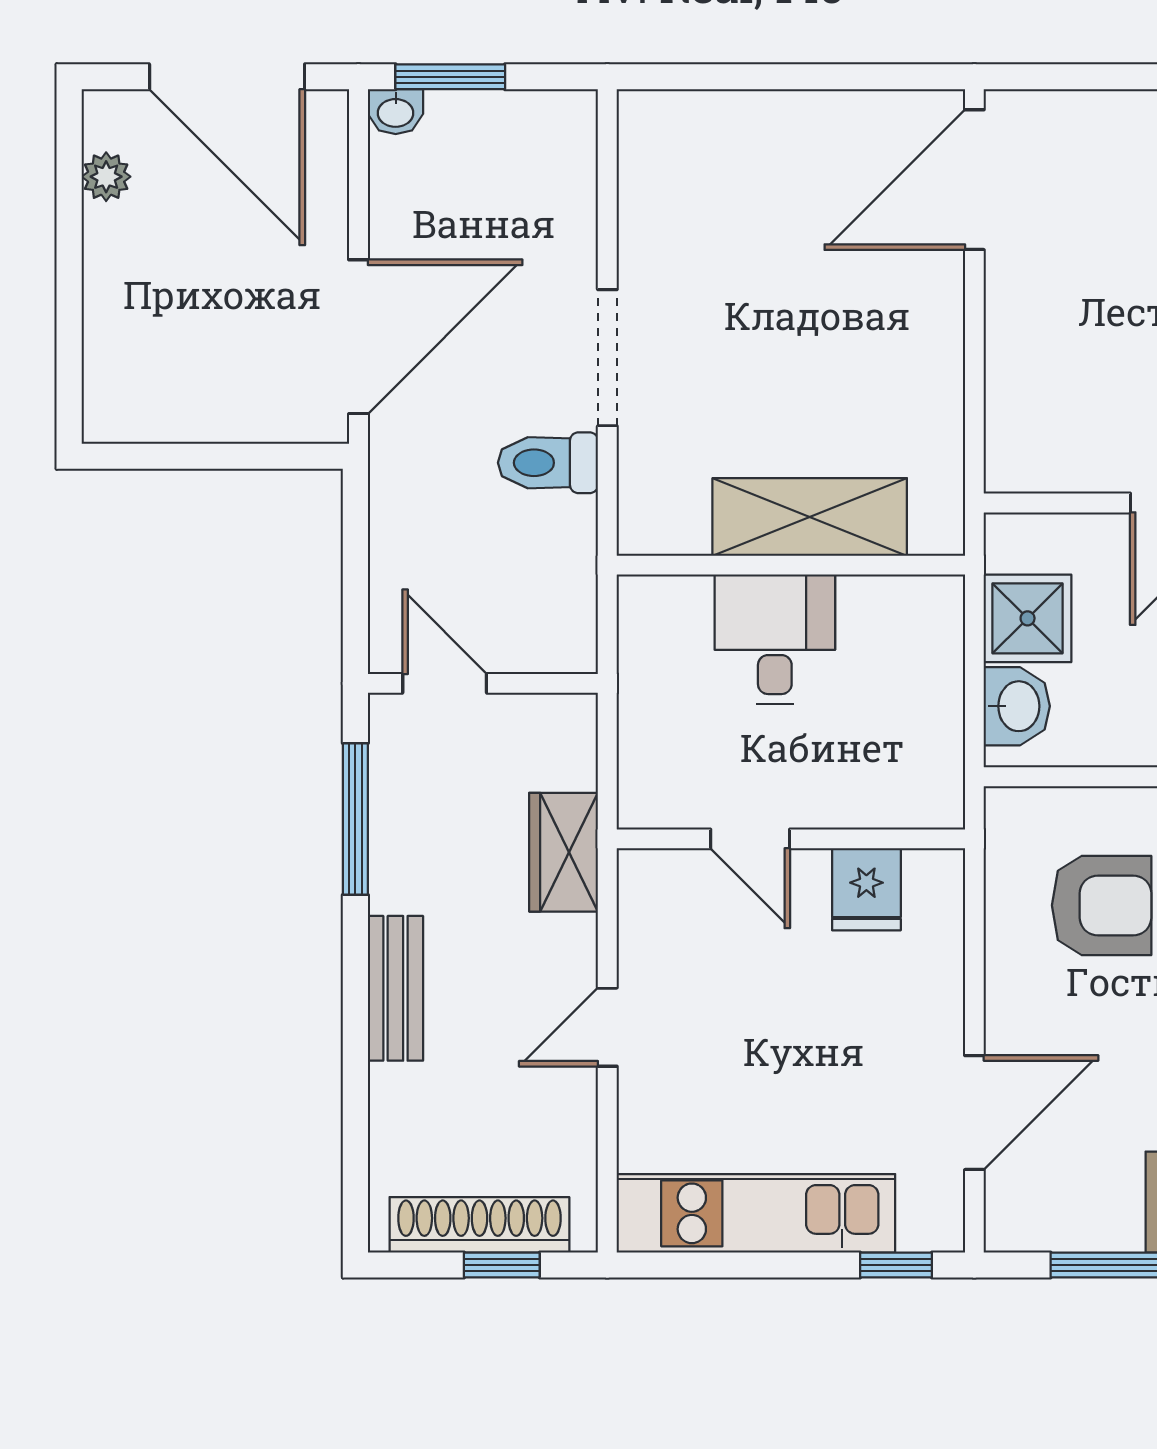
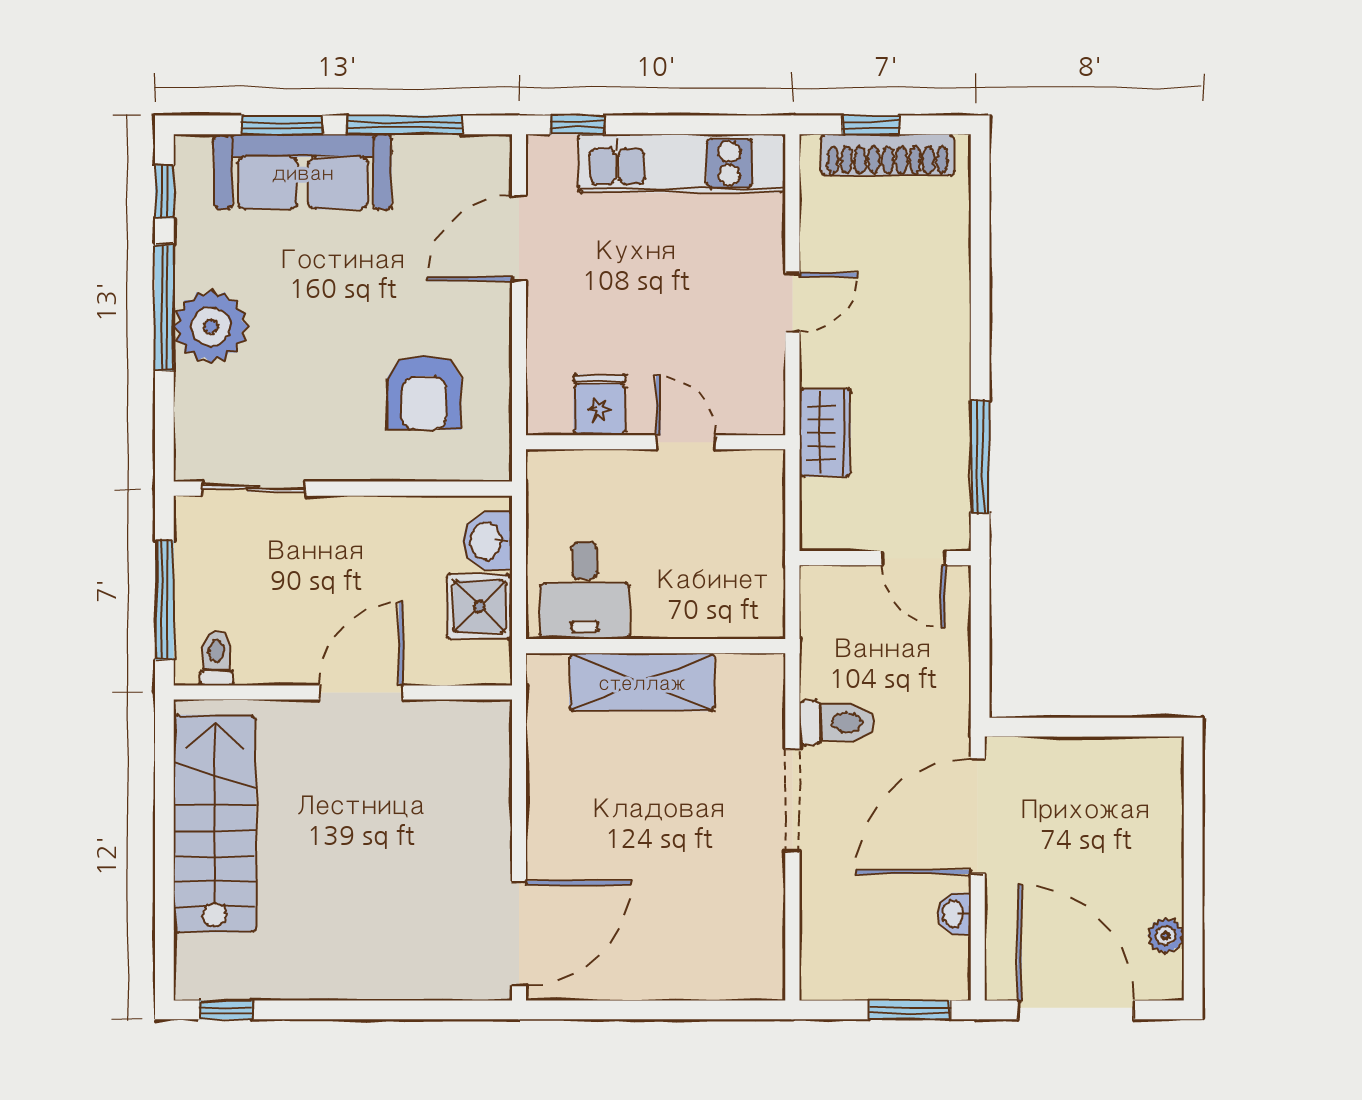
washbasin: (396, 112) -> (954, 914), moved, turned -90
desk: (775, 639) -> (585, 591), moved
armchair: (1102, 905) -> (424, 393), turned -90
bench: (395, 988) -> (950, 331), removed

